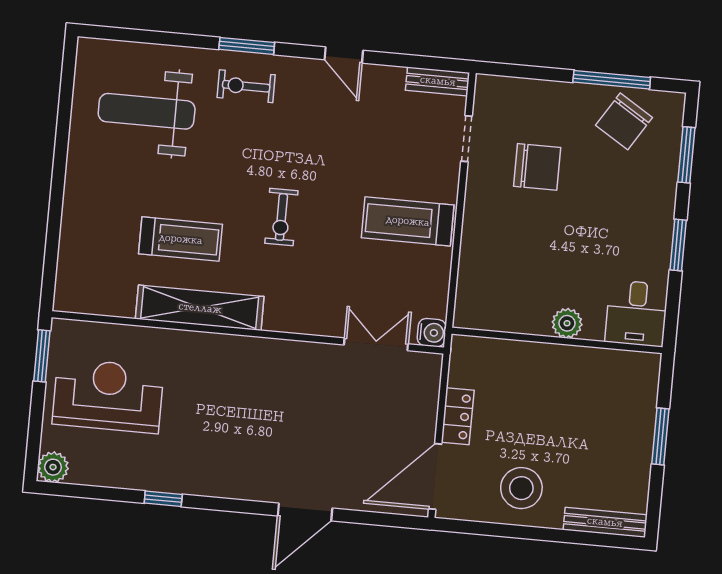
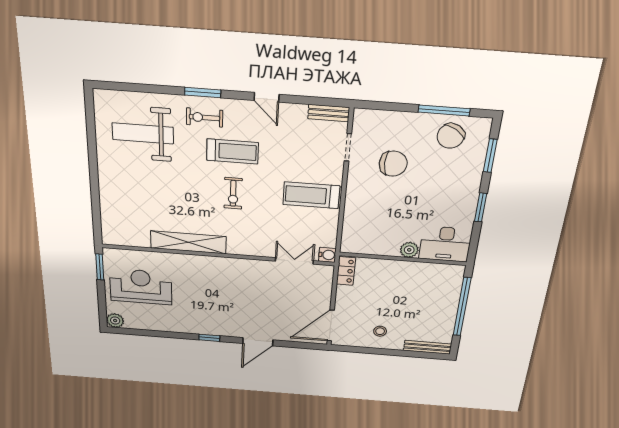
treadmill: (181, 239) -> (233, 151), moved
desk: (637, 313) -> (445, 244), width x1.37
locker: (458, 416) -> (346, 271), moved
window: (660, 436) -> (462, 307), width x2.11
stool: (521, 488) -> (380, 331), width x0.53, depth x0.53
window: (163, 499) -> (209, 338), moved

